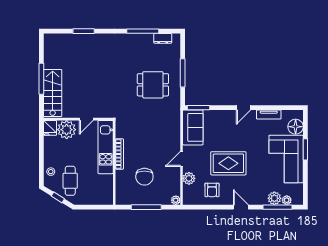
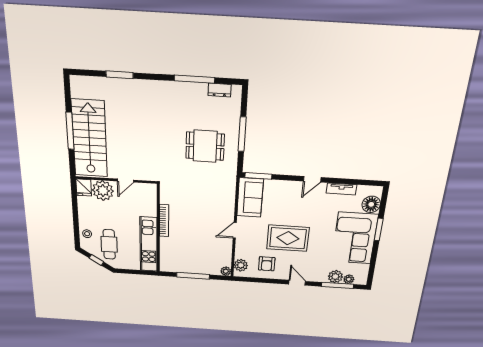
stairs: (53, 93) -> (89, 139), width x1.36, depth x1.51
kitchen unit: (106, 147) -> (149, 244), moved
chair: (144, 177) -> (192, 246), removed
plant: (189, 178) -> (241, 265), moved

